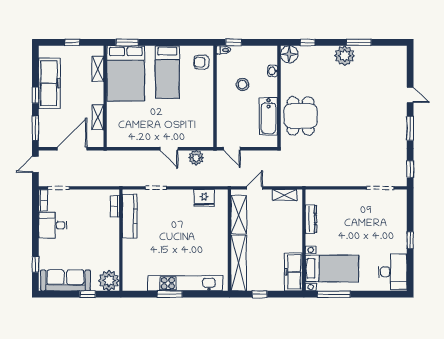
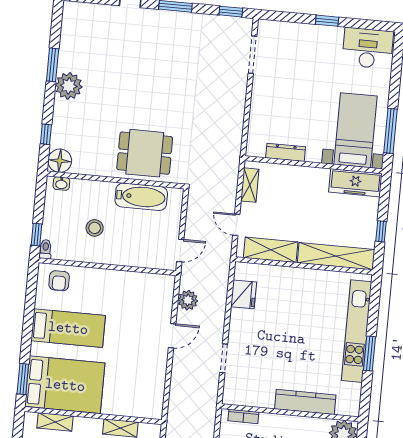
washbasin: (273, 71) -> (61, 184), moved
kitchen counter: (130, 216) -> (305, 402), moved

